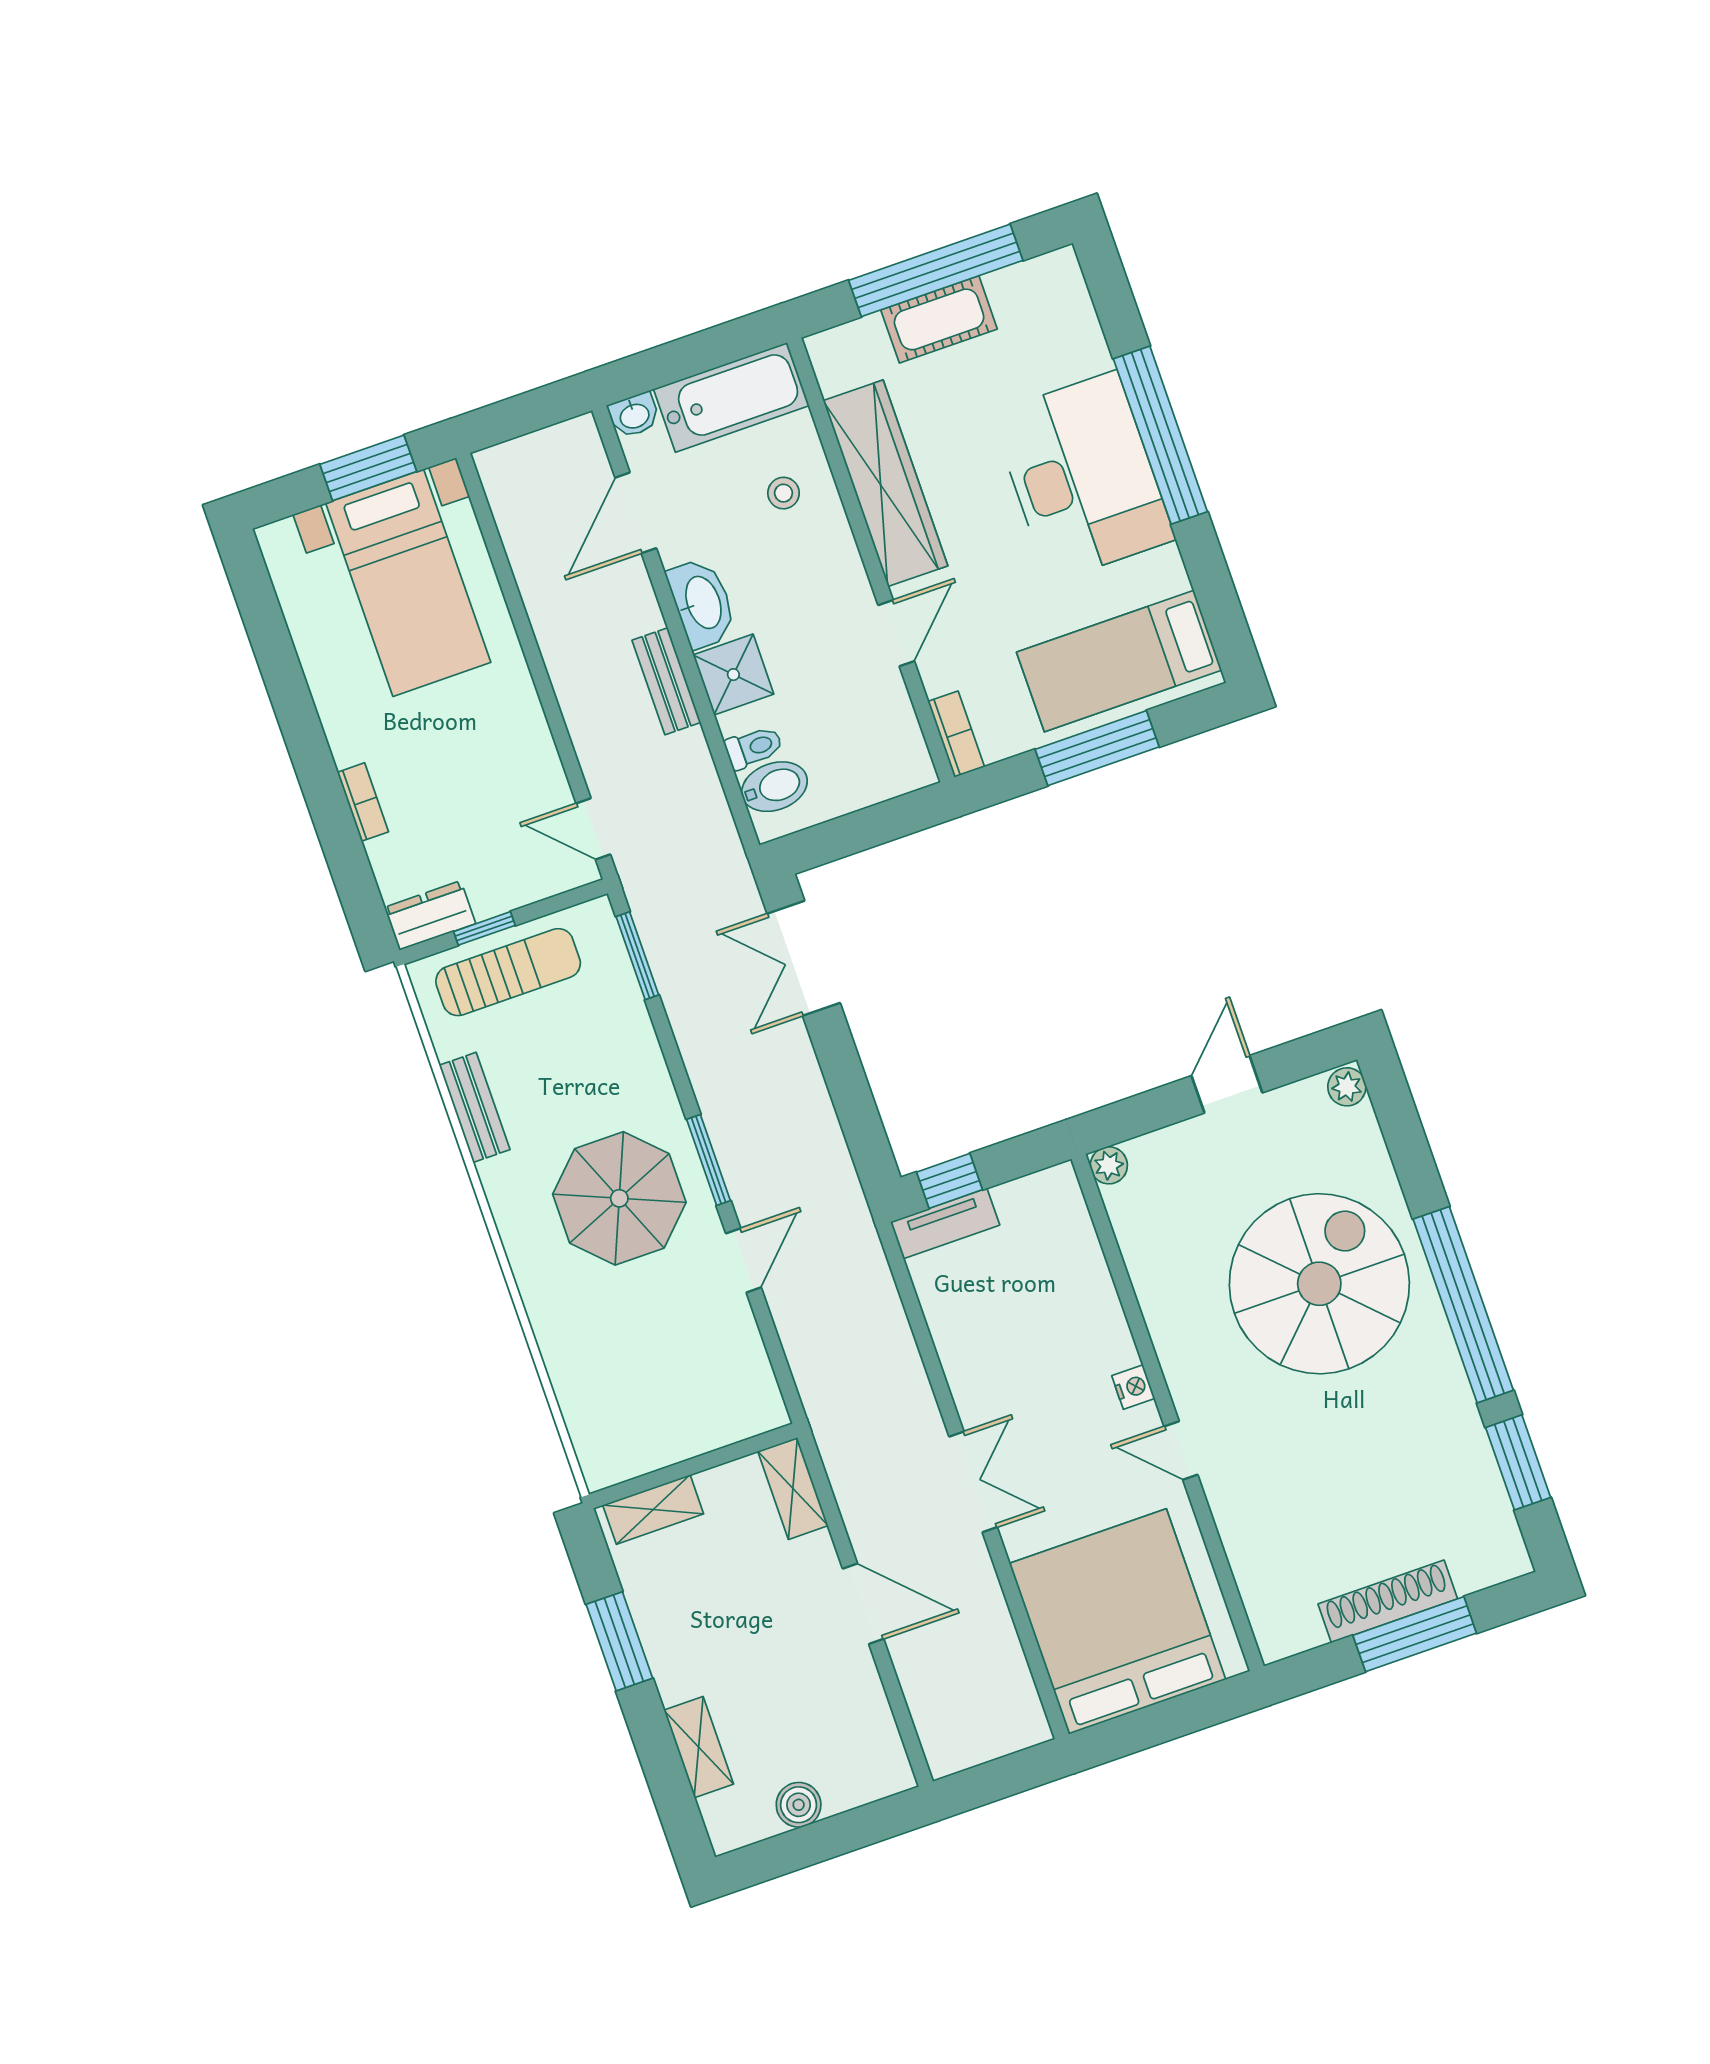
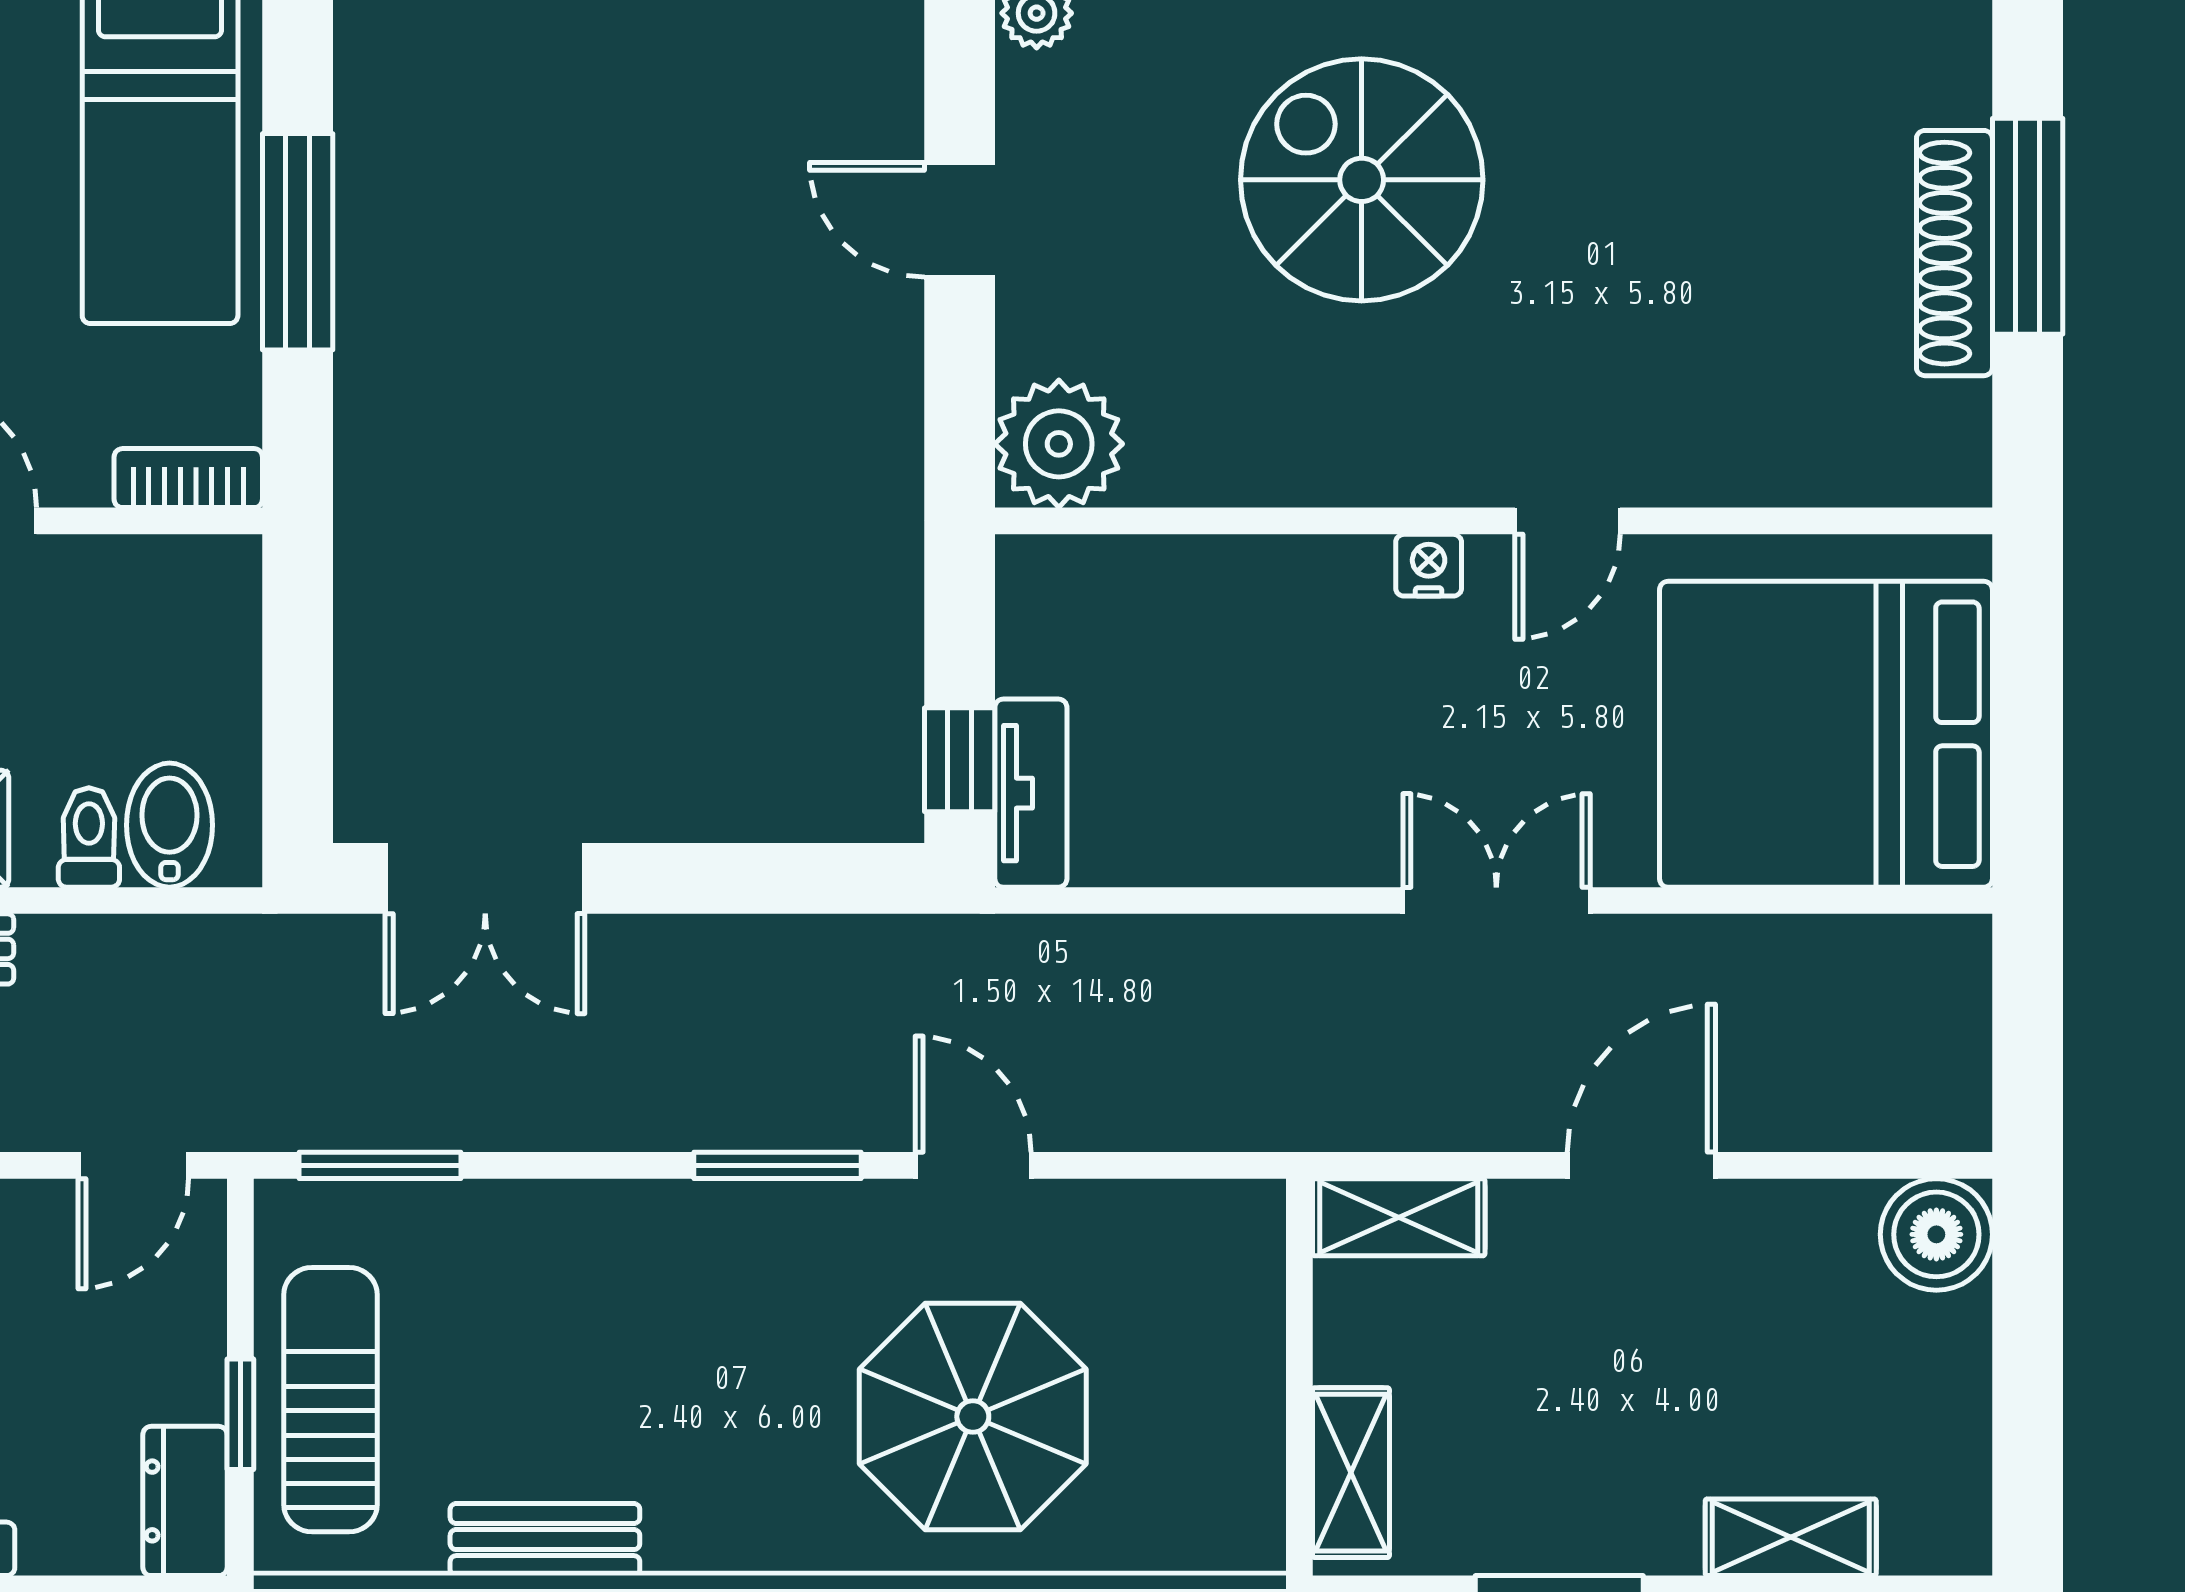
plant: (1109, 1165) -> (1059, 444), width x1.88, depth x1.88
parasol: (619, 1198) -> (973, 1417), moved
spiral stairs: (1319, 1284) -> (1362, 180), width x0.73, depth x0.73
boiler: (799, 1805) -> (1936, 1234), moved, width x1.36, depth x1.36

